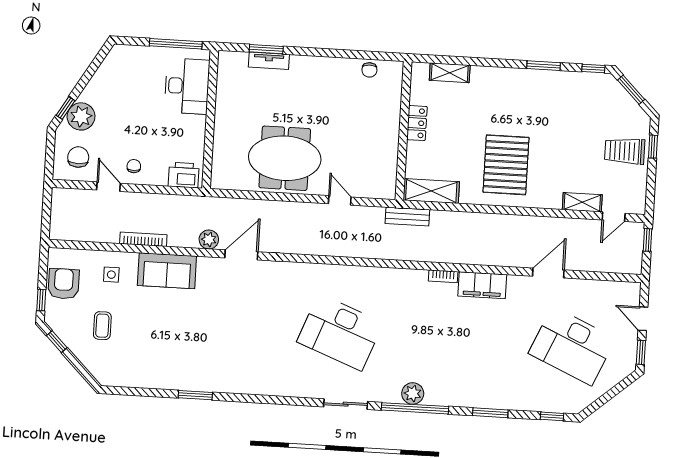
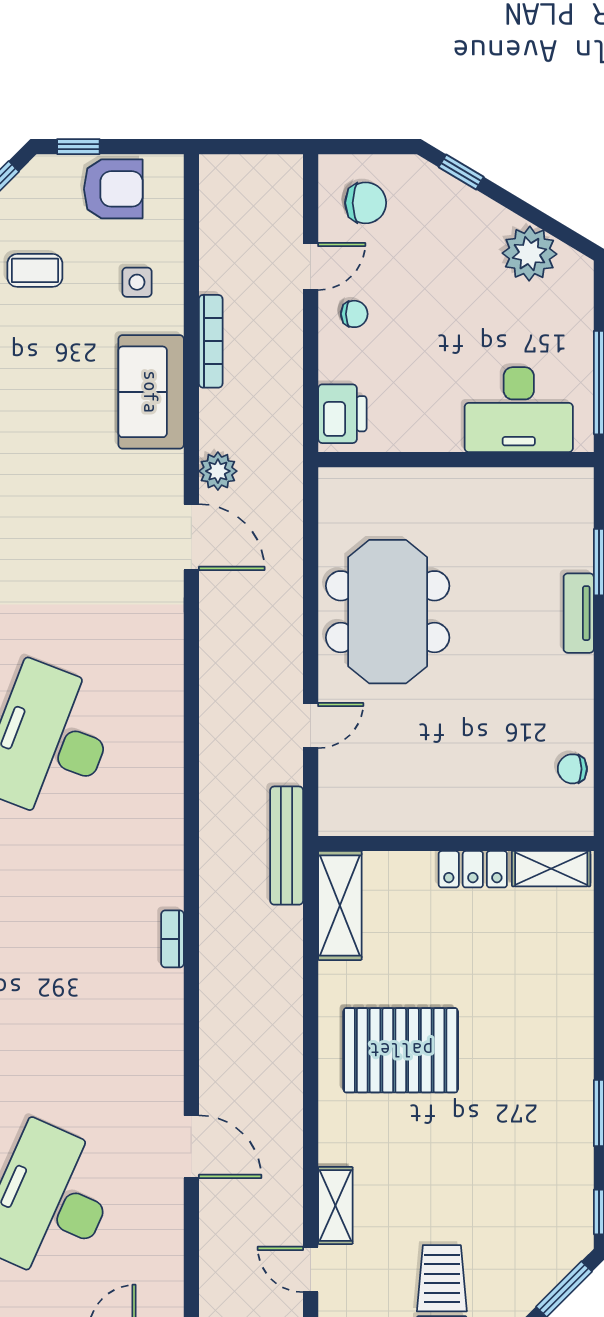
tv unit: (269, 61) -> (579, 613), moved
shelving: (450, 73) -> (551, 869), moved, turned 90
plant: (81, 116) -> (529, 254), moved
bench: (407, 217) -> (287, 846), width x1.36
filing cabinet: (482, 285) -> (160, 1017), removed

